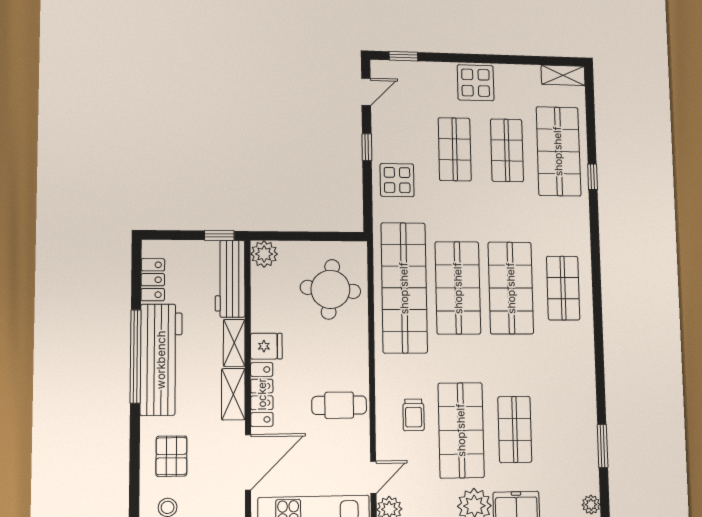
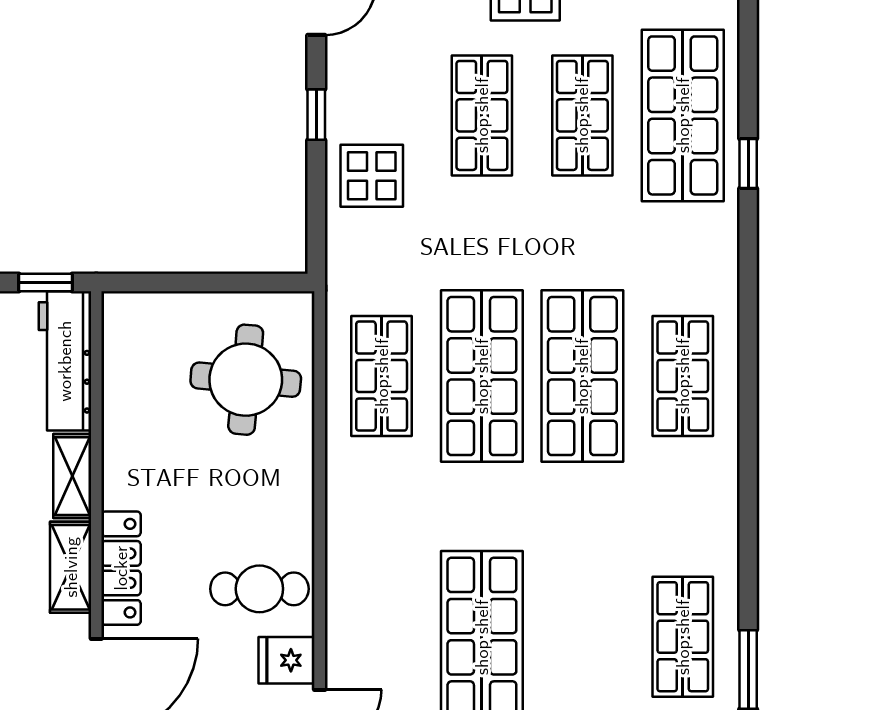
plant: (264, 254) -> (126, 316), removed
shop shelf: (404, 288) -> (382, 376), width x0.50, depth x0.74
fridge: (266, 346) -> (286, 660), moved, turned 180
trolley: (413, 415) -> (395, 608), removed
shop shelf: (515, 429) -> (683, 637), moved

